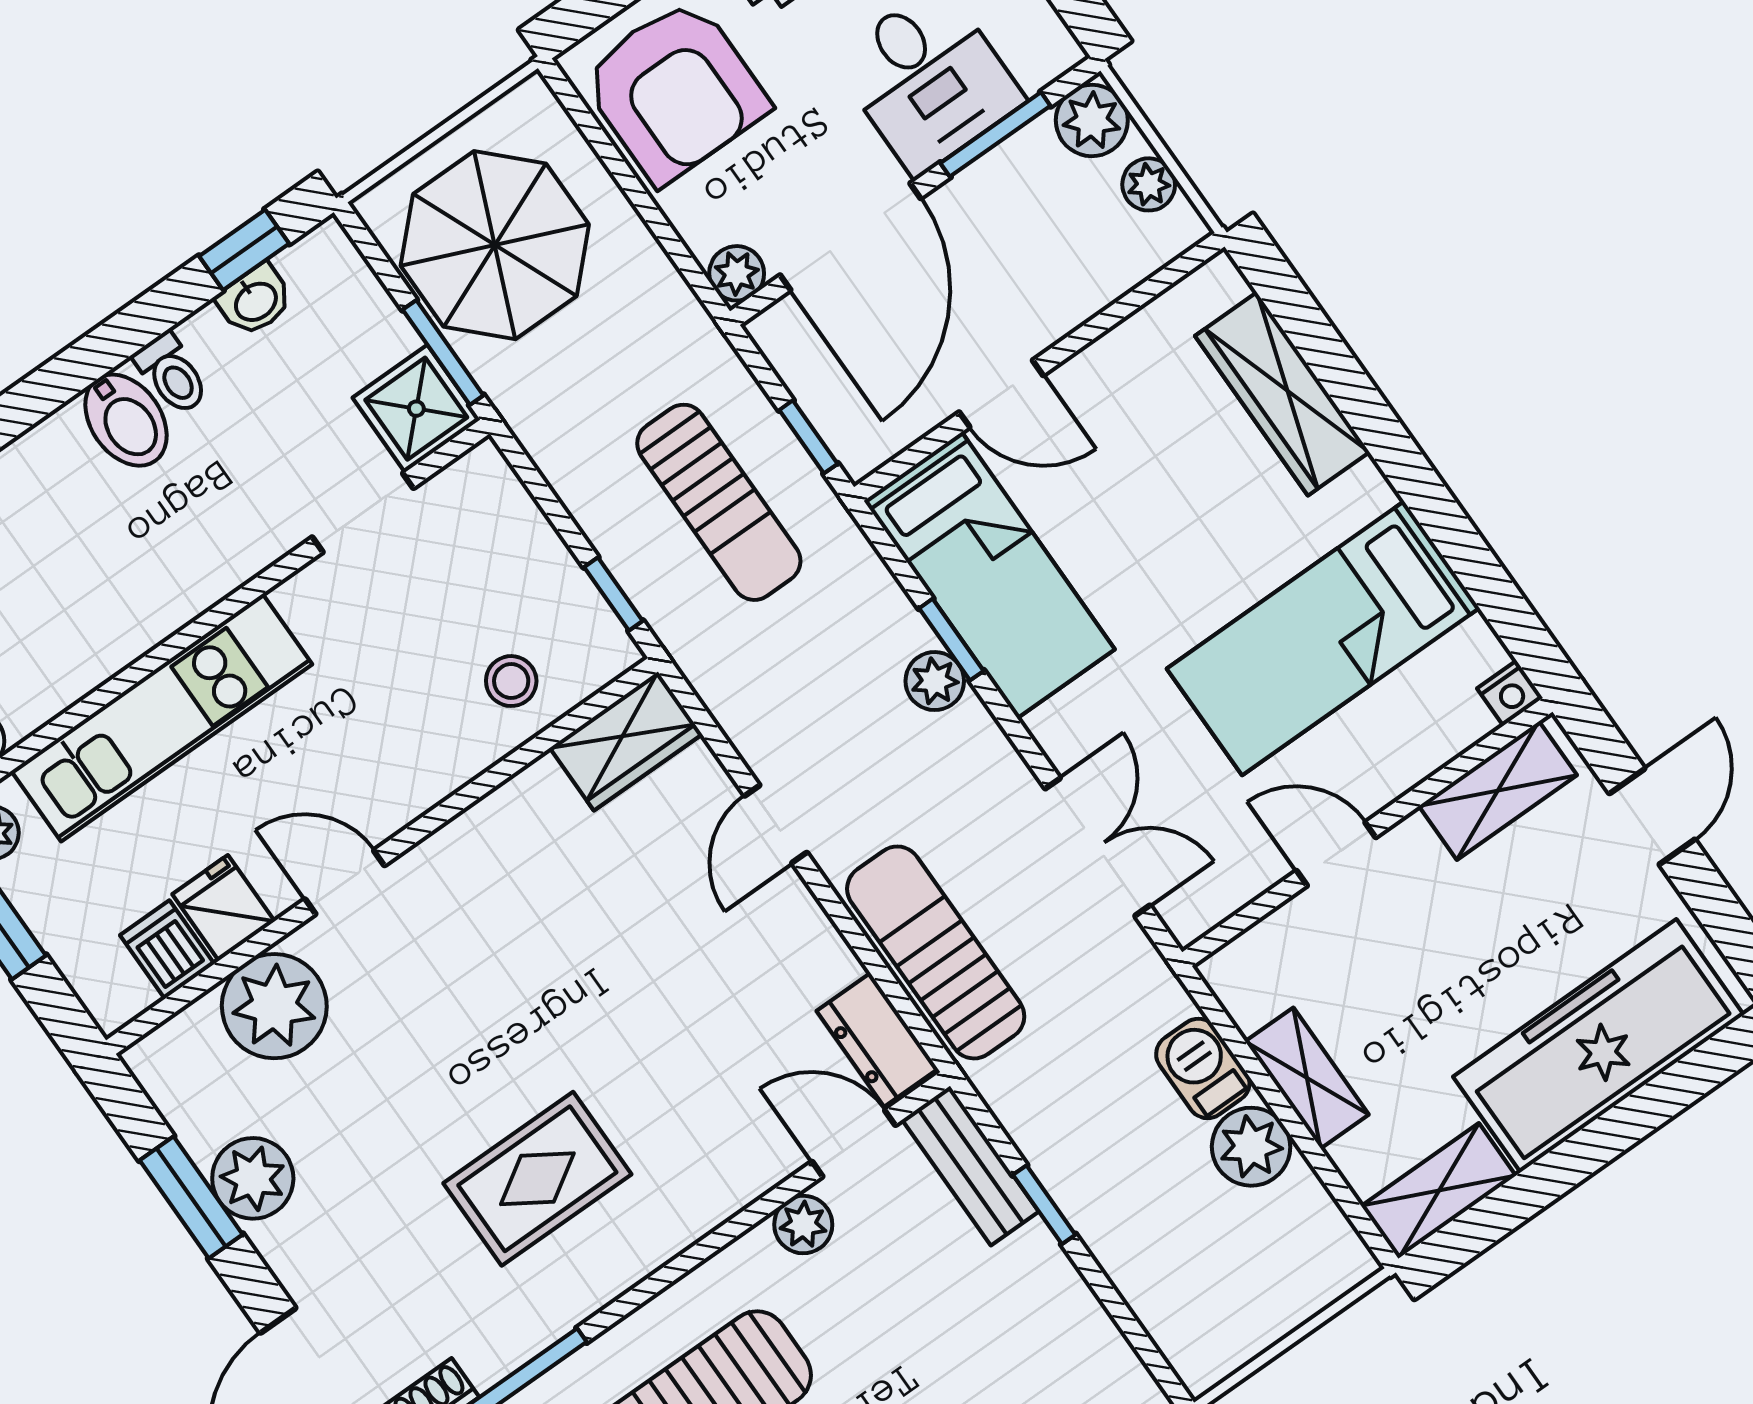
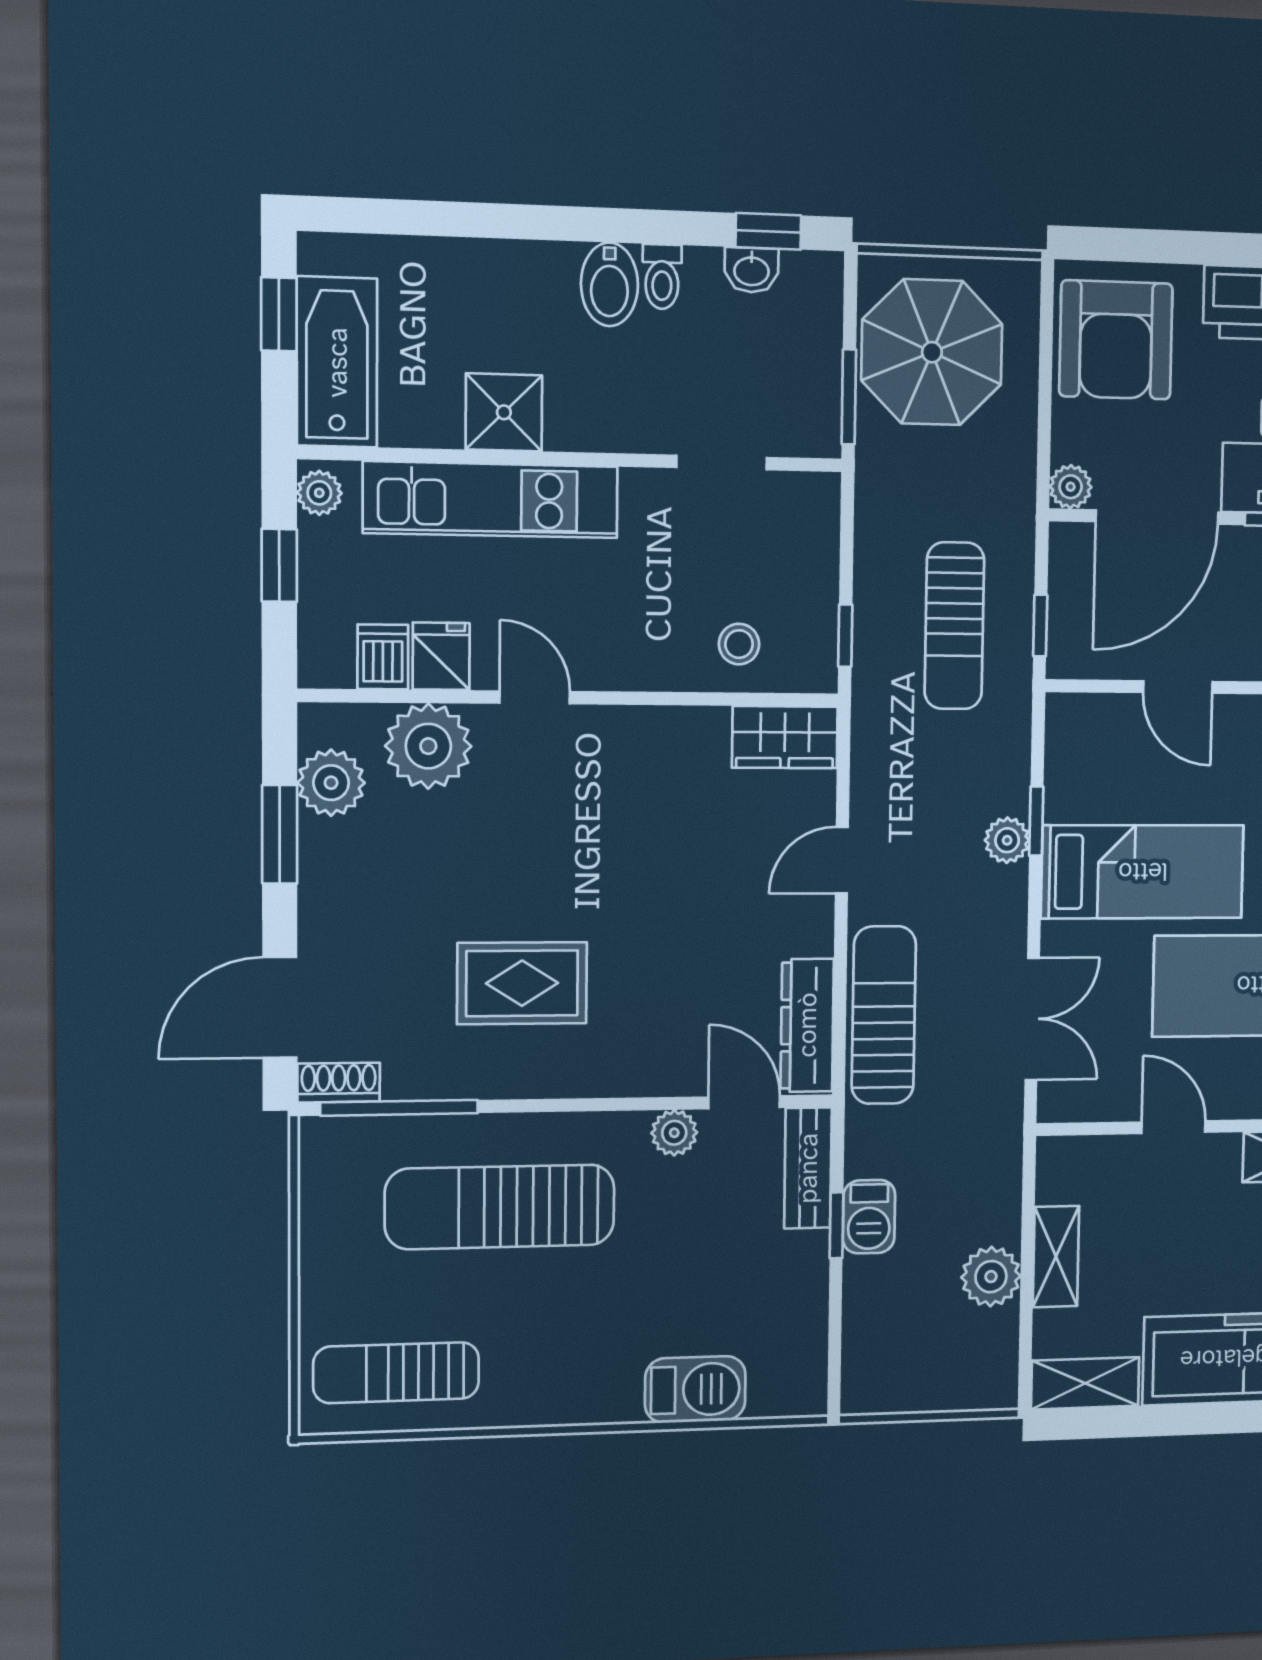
shower: (416, 409) -> (504, 412), moved
bed: (989, 575) -> (1143, 872), moved, turned -90
dresser: (877, 1040) -> (807, 1025), width x1.44
barbecue: (1203, 1068) -> (869, 1217), moved, turned 180
plant: (253, 1178) -> (331, 783), moved

